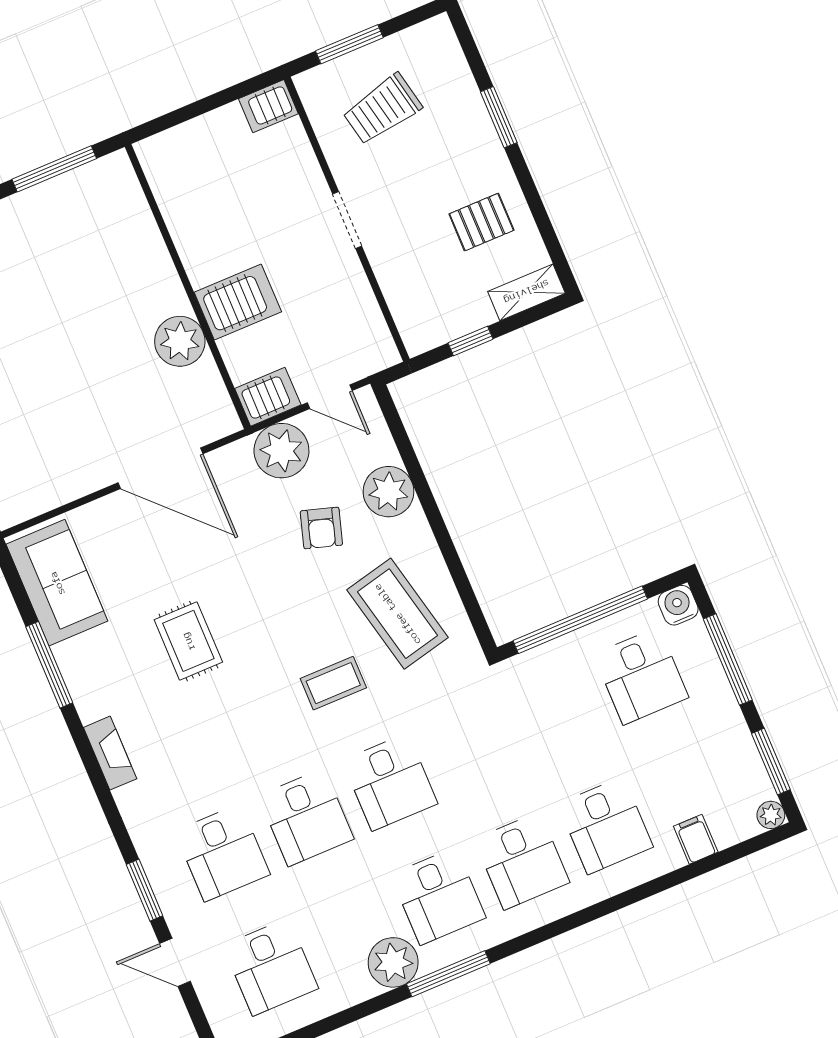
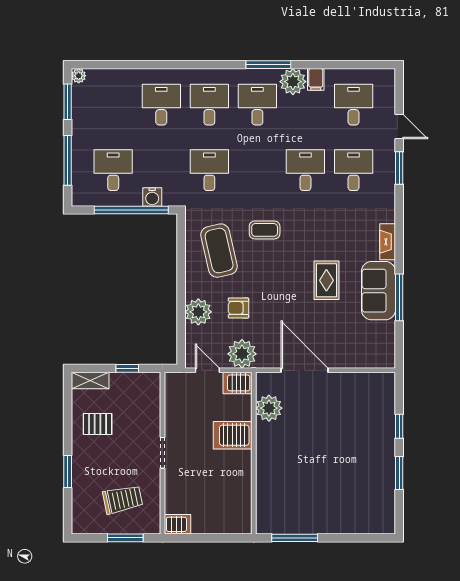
plant: (180, 341) -> (269, 408), moved
armchair: (321, 528) -> (238, 308), turned -107
sofa: (57, 583) -> (378, 291), moved
water cooler: (678, 605) -> (152, 197), moved
desk: (390, 782) -> (209, 170), moved
filing cabinet: (696, 839) -> (316, 79), moved

